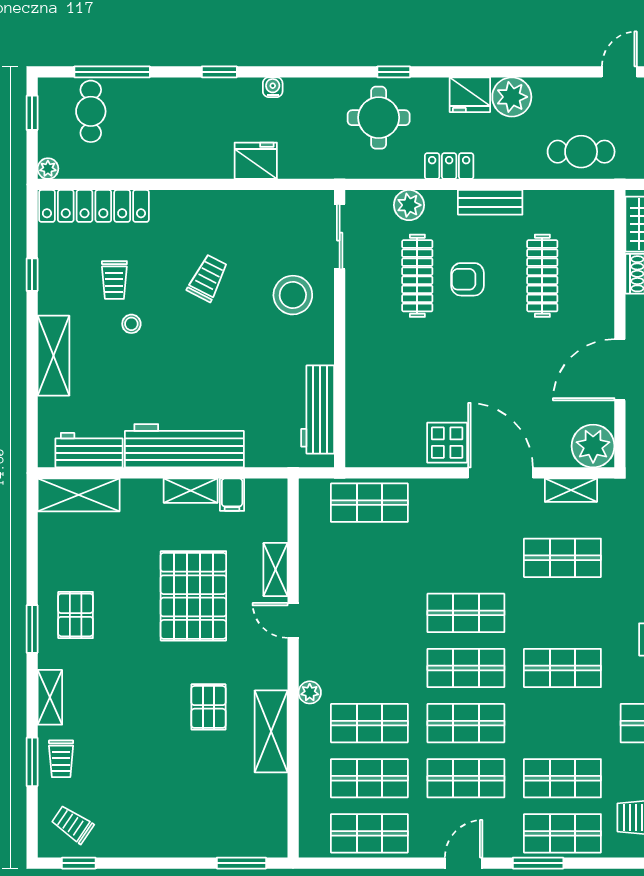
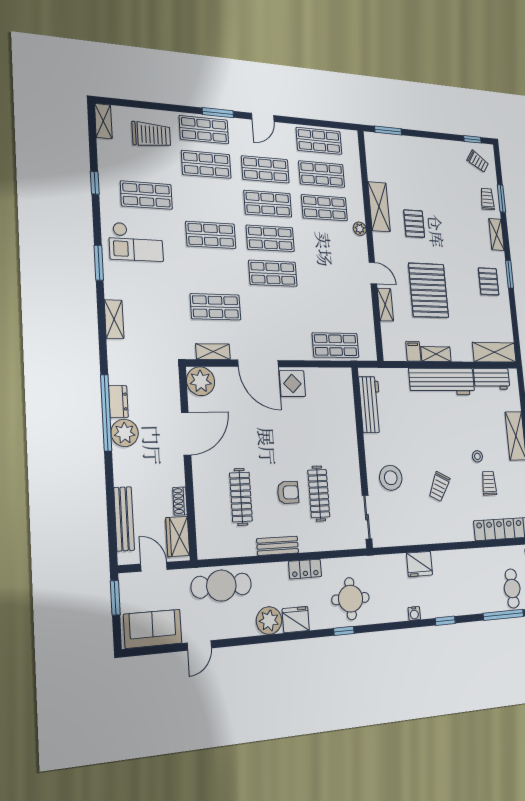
cafe table: (581, 152) -> (221, 586), width x1.37, depth x1.35
plant: (409, 205) -> (328, 541), removed

